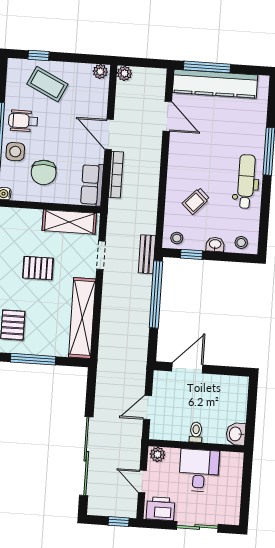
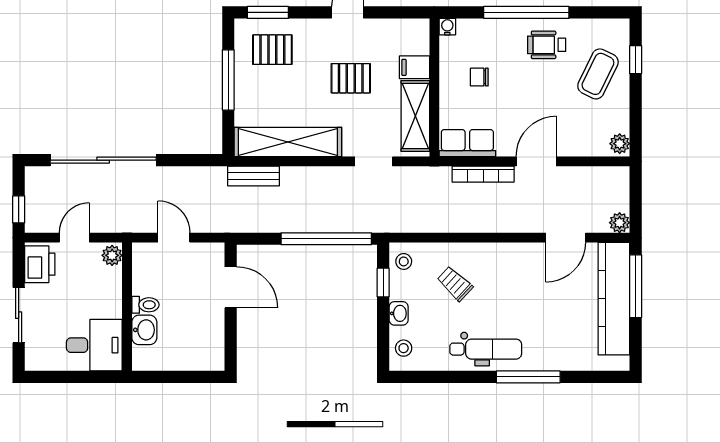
plant: (124, 73) -> (620, 223), moved
wheelchair: (23, 121) -> (547, 45), turned -90
side table: (15, 152) -> (505, 37), removed
chair: (44, 172) -> (479, 77), width x0.54, depth x0.54
filing cabinet: (33, 220) -> (414, 67), added
bench: (147, 254) -> (254, 176), moved
pallet: (38, 268) -> (351, 78), turned 90
washbasin: (236, 434) -> (144, 330), moved, turned 90
desk: (199, 470) -> (94, 345), moved

